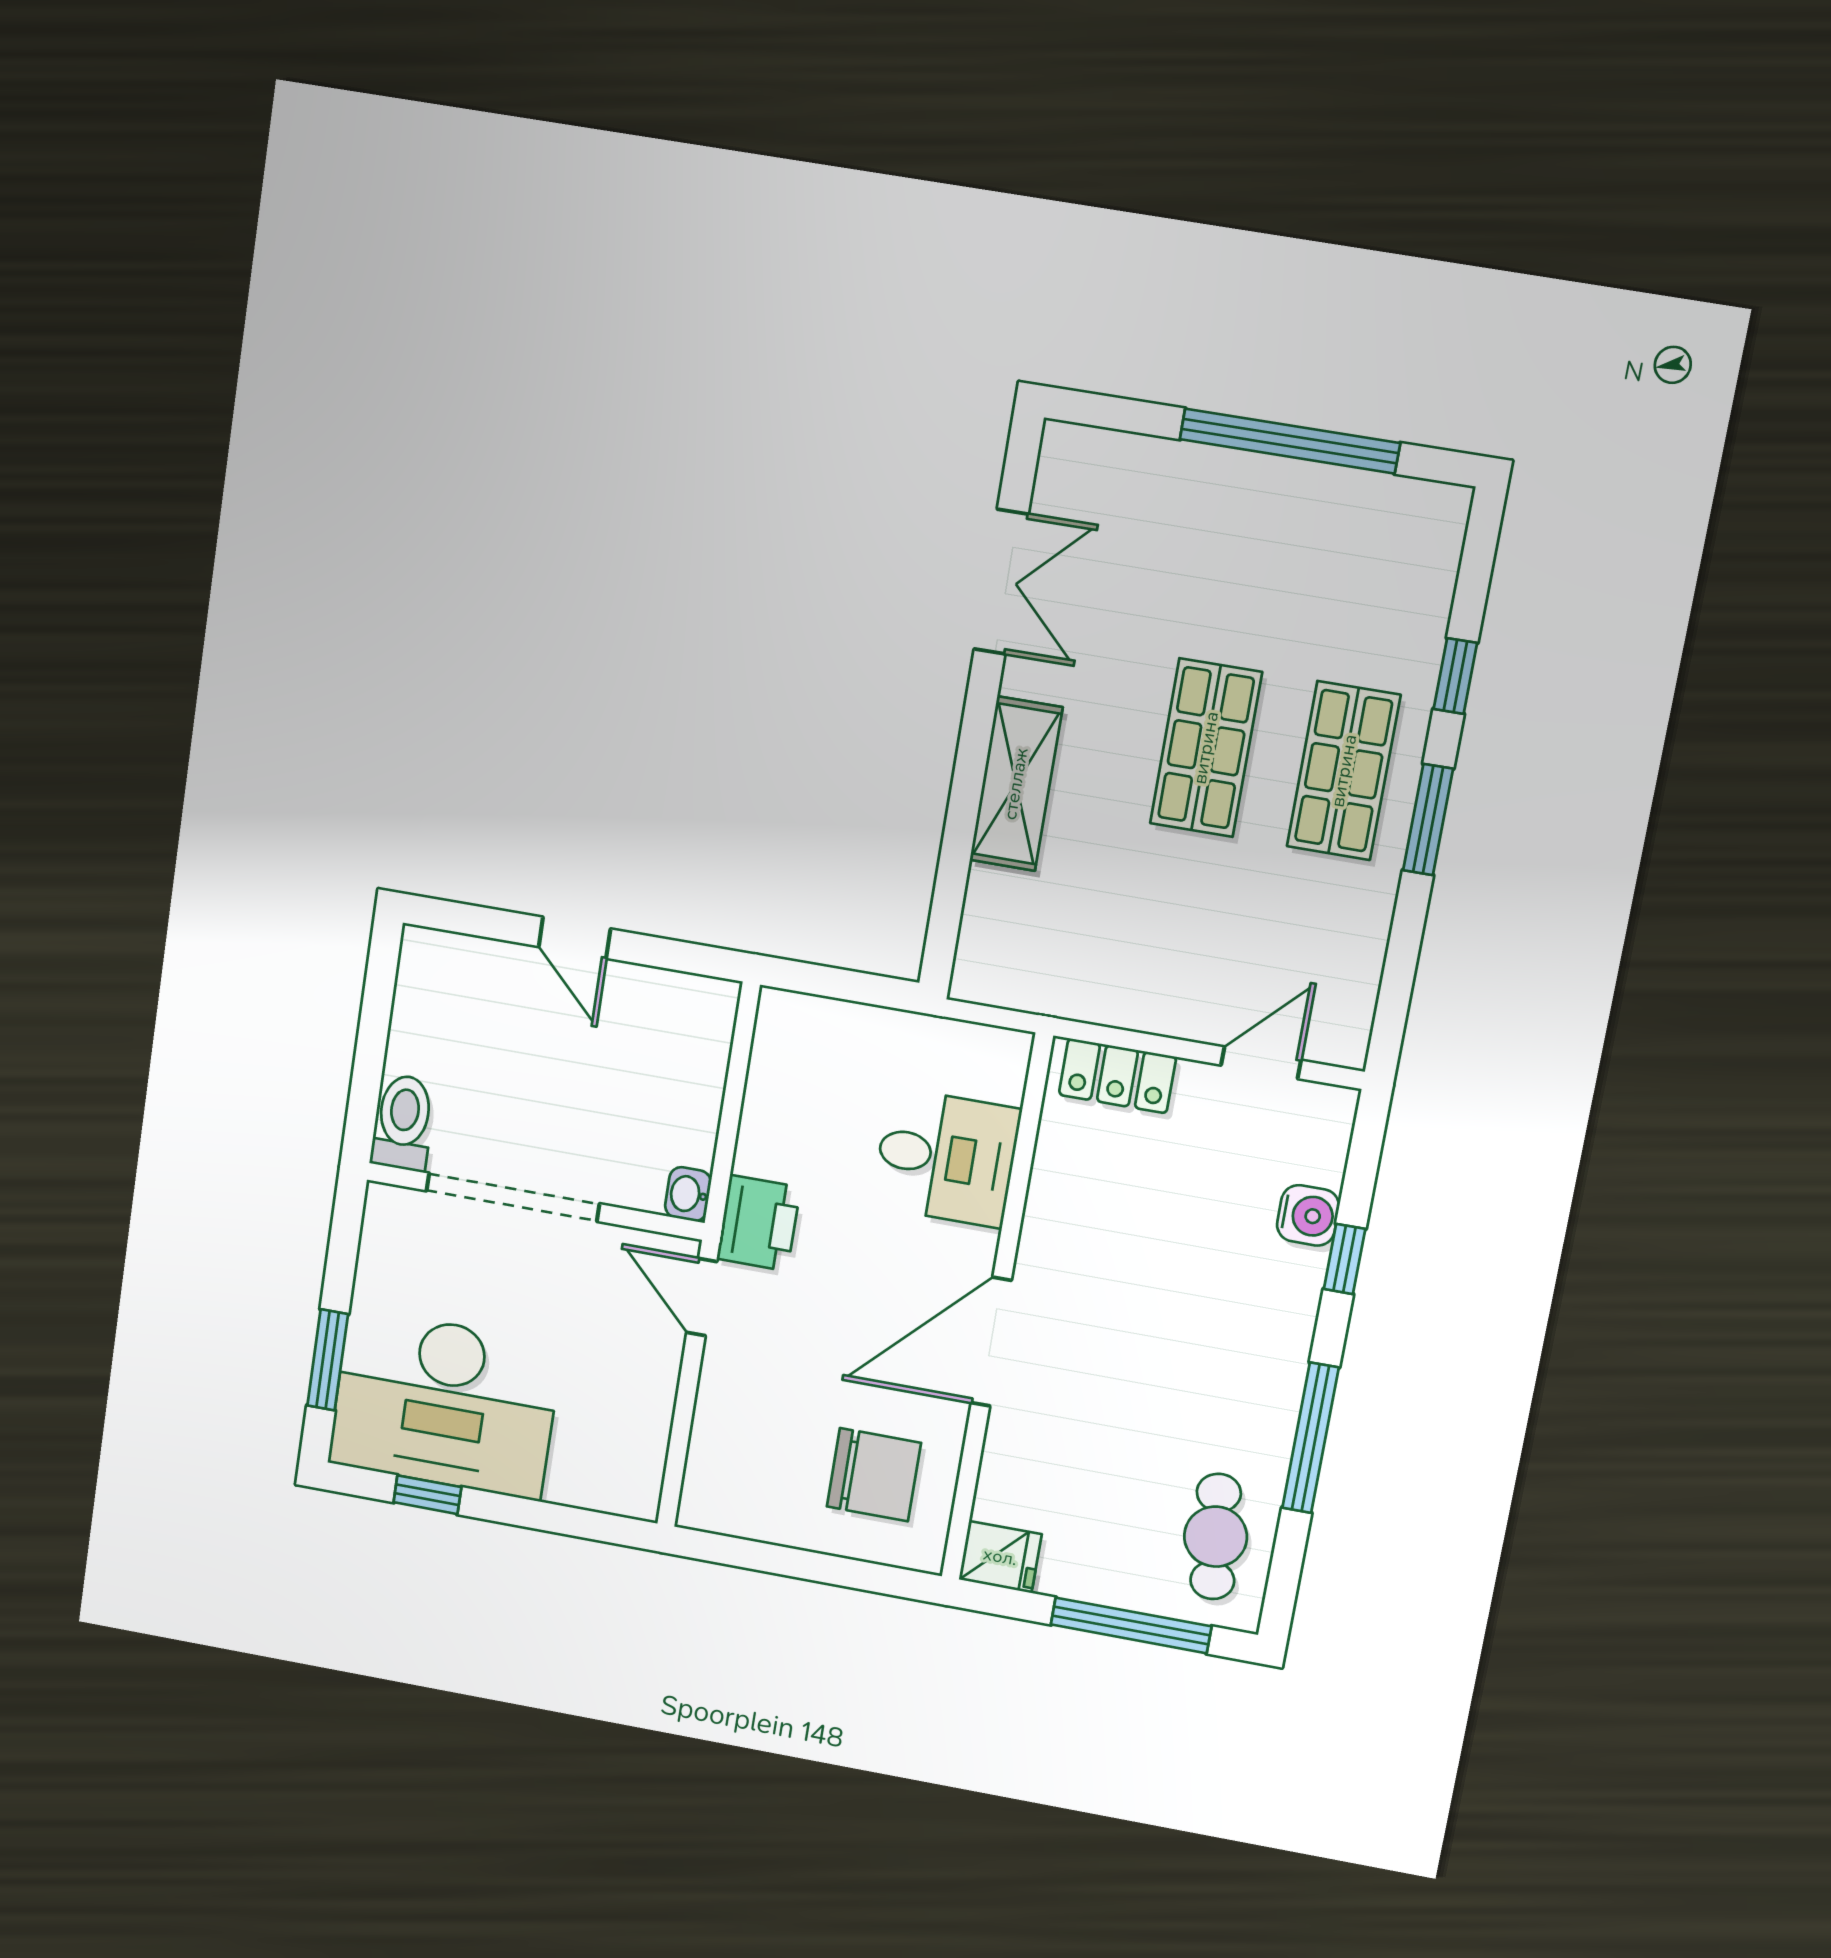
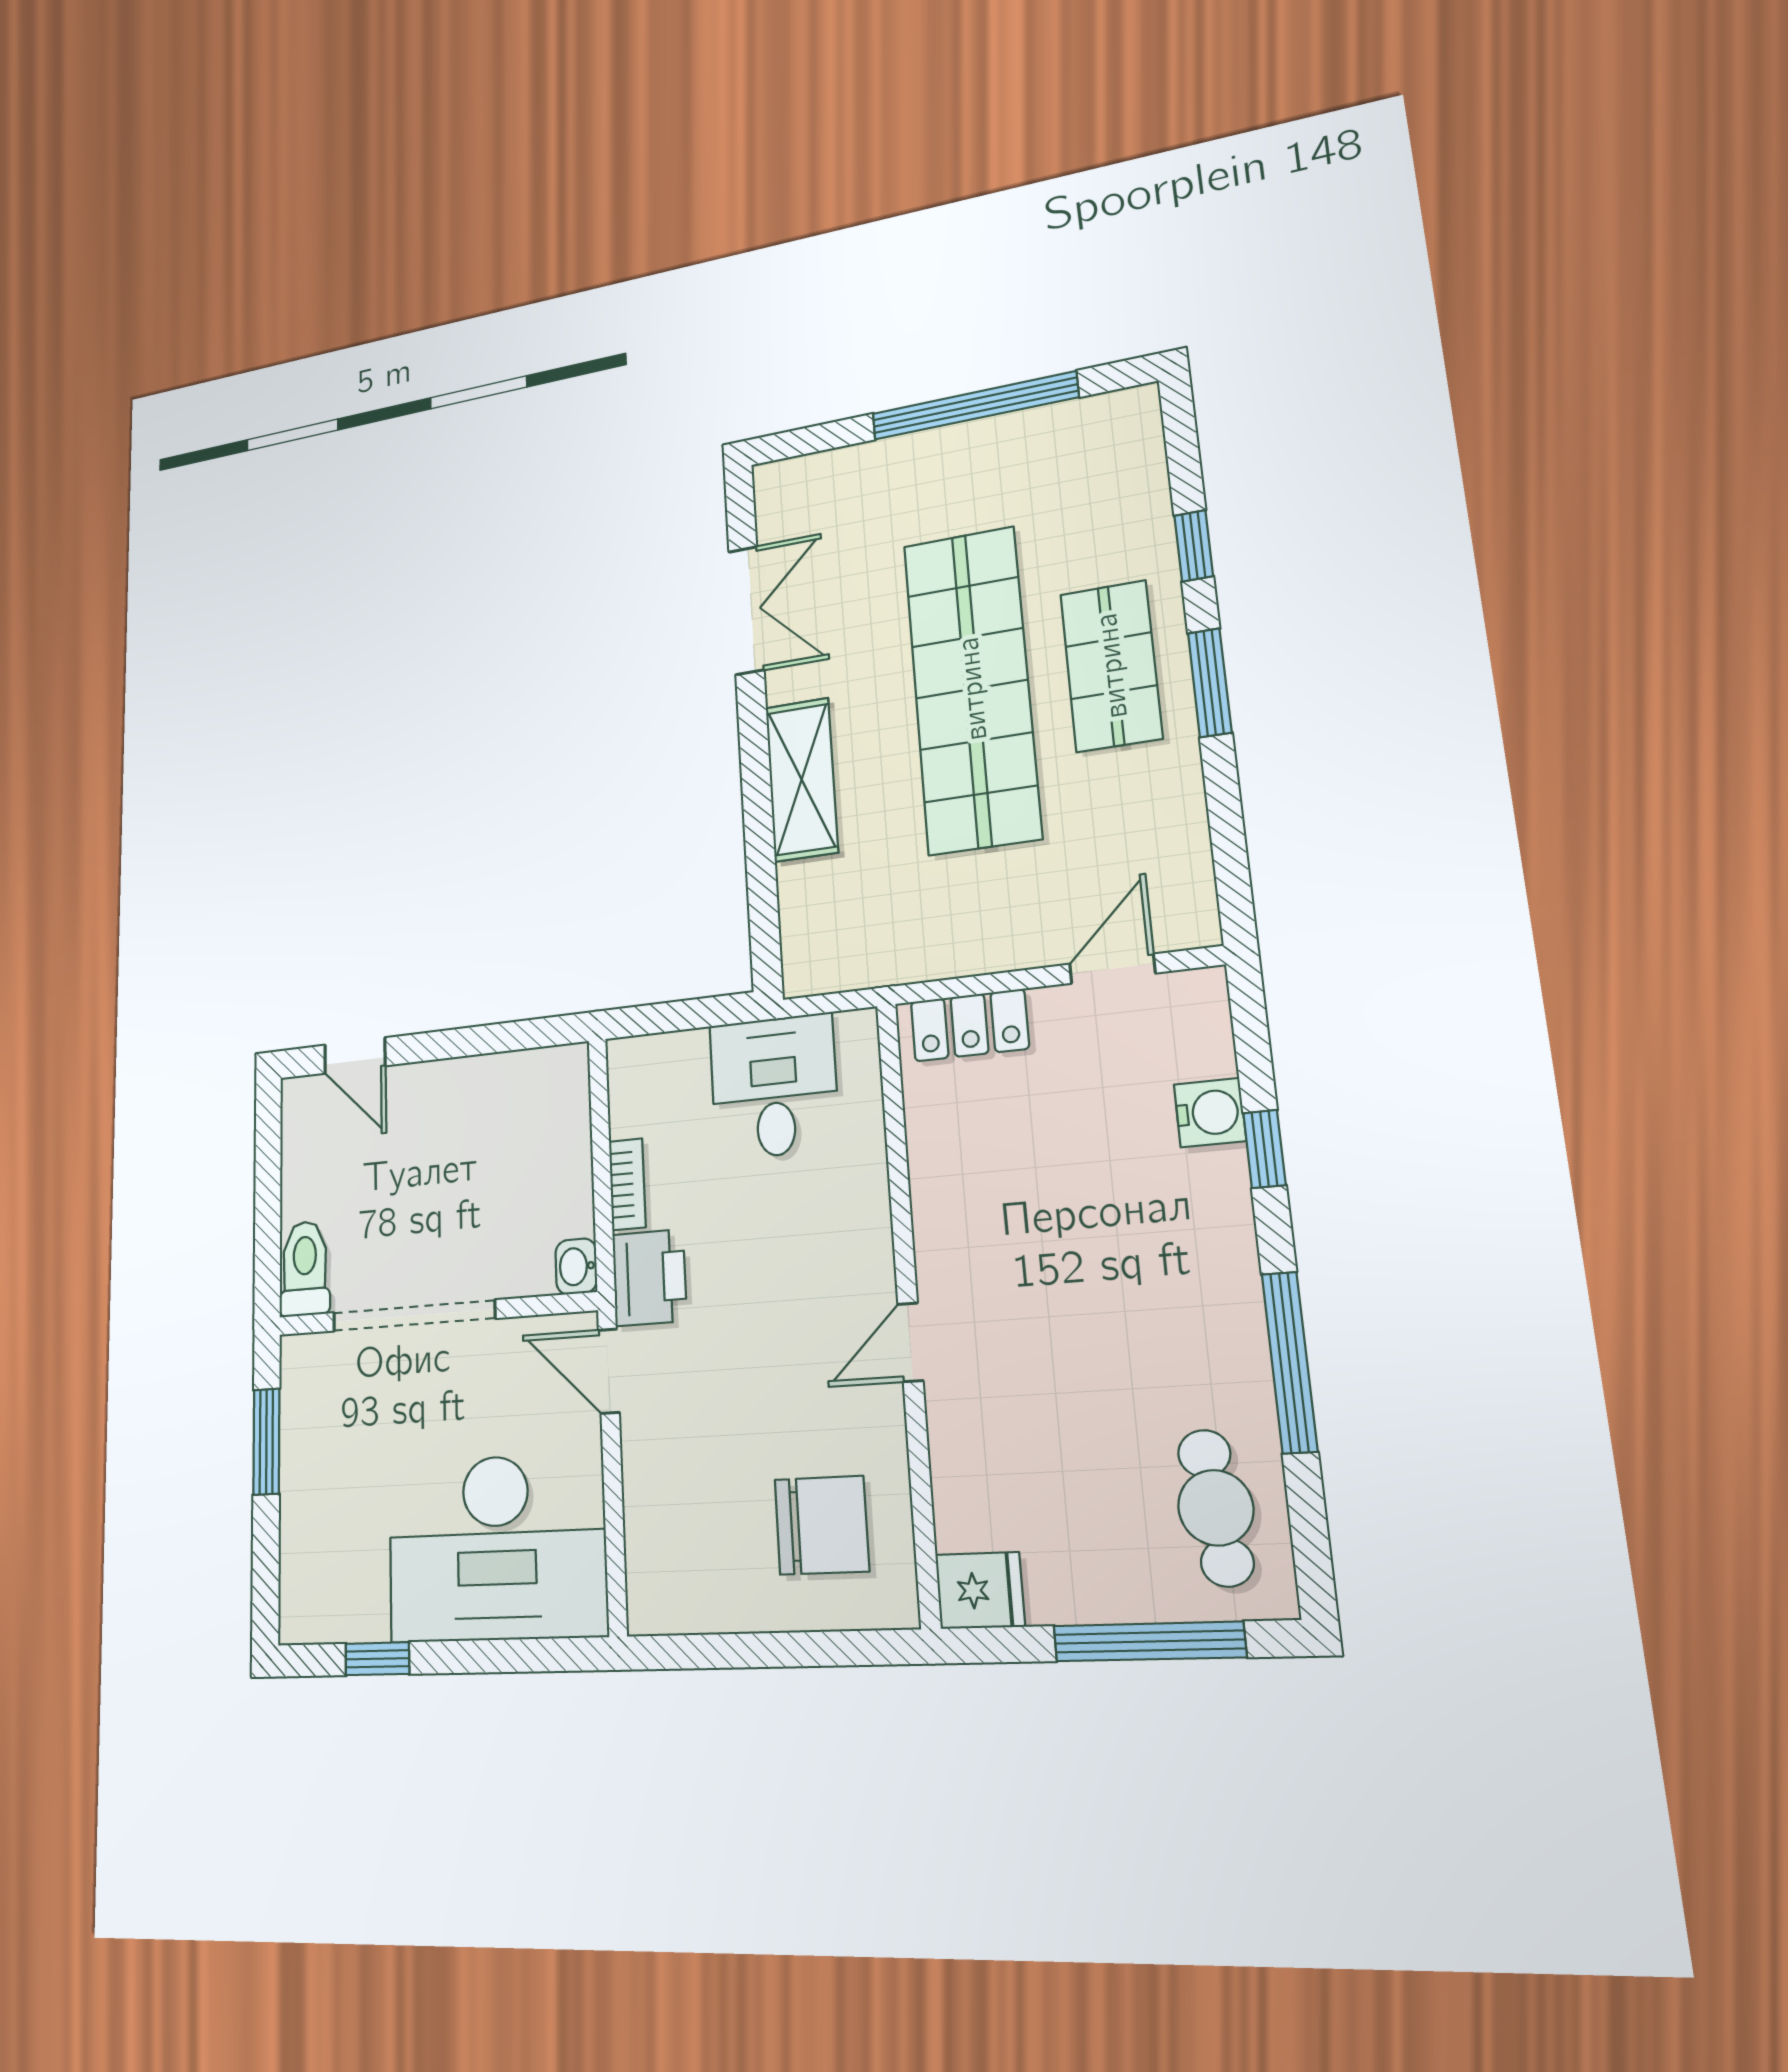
shop shelf: (1206, 748) -> (972, 689), width x2.00, depth x1.36
door: (575, 938) -> (355, 1055), moved
bookcase: (754, 1131) -> (627, 1184), added
desk: (946, 1158) -> (774, 1087), moved, turned -90
door: (991, 1342) -> (910, 1342), width x0.53
window: (328, 1360) -> (266, 1442), moved
desk: (445, 1404) -> (497, 1548), moved

